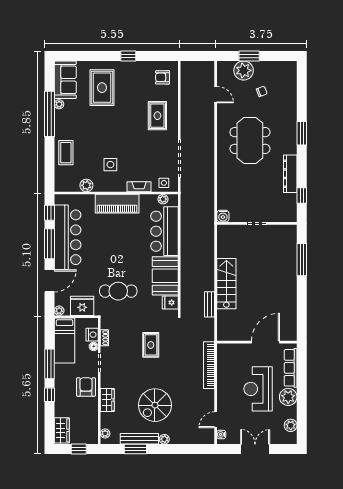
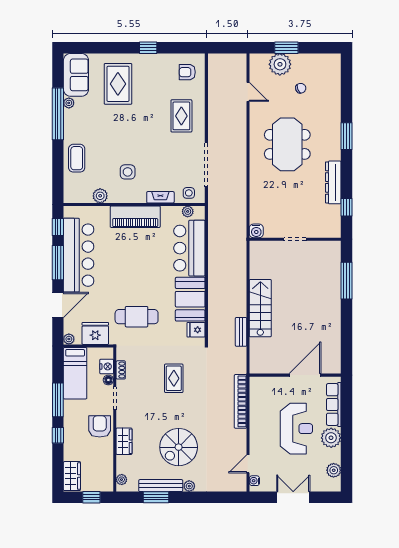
reception desk: (258, 389) -> (296, 429), turned 180

